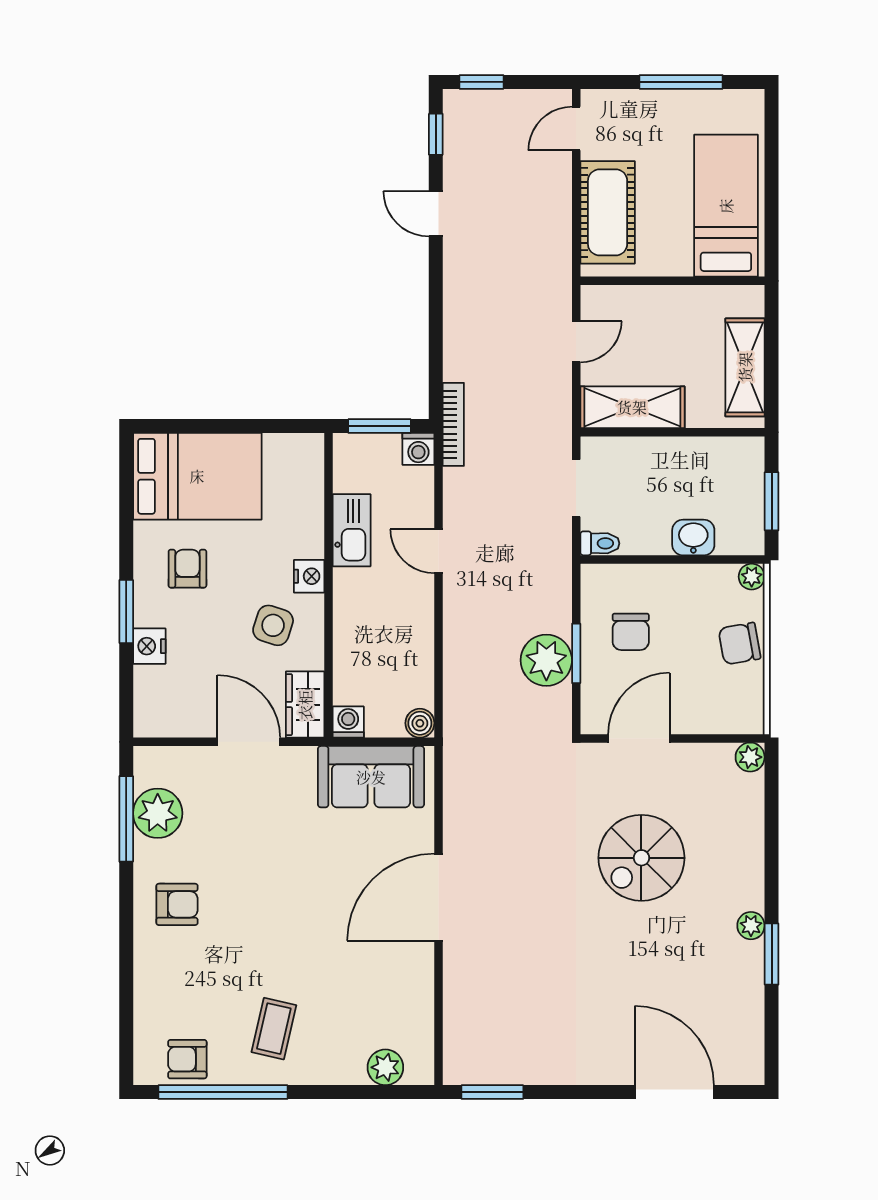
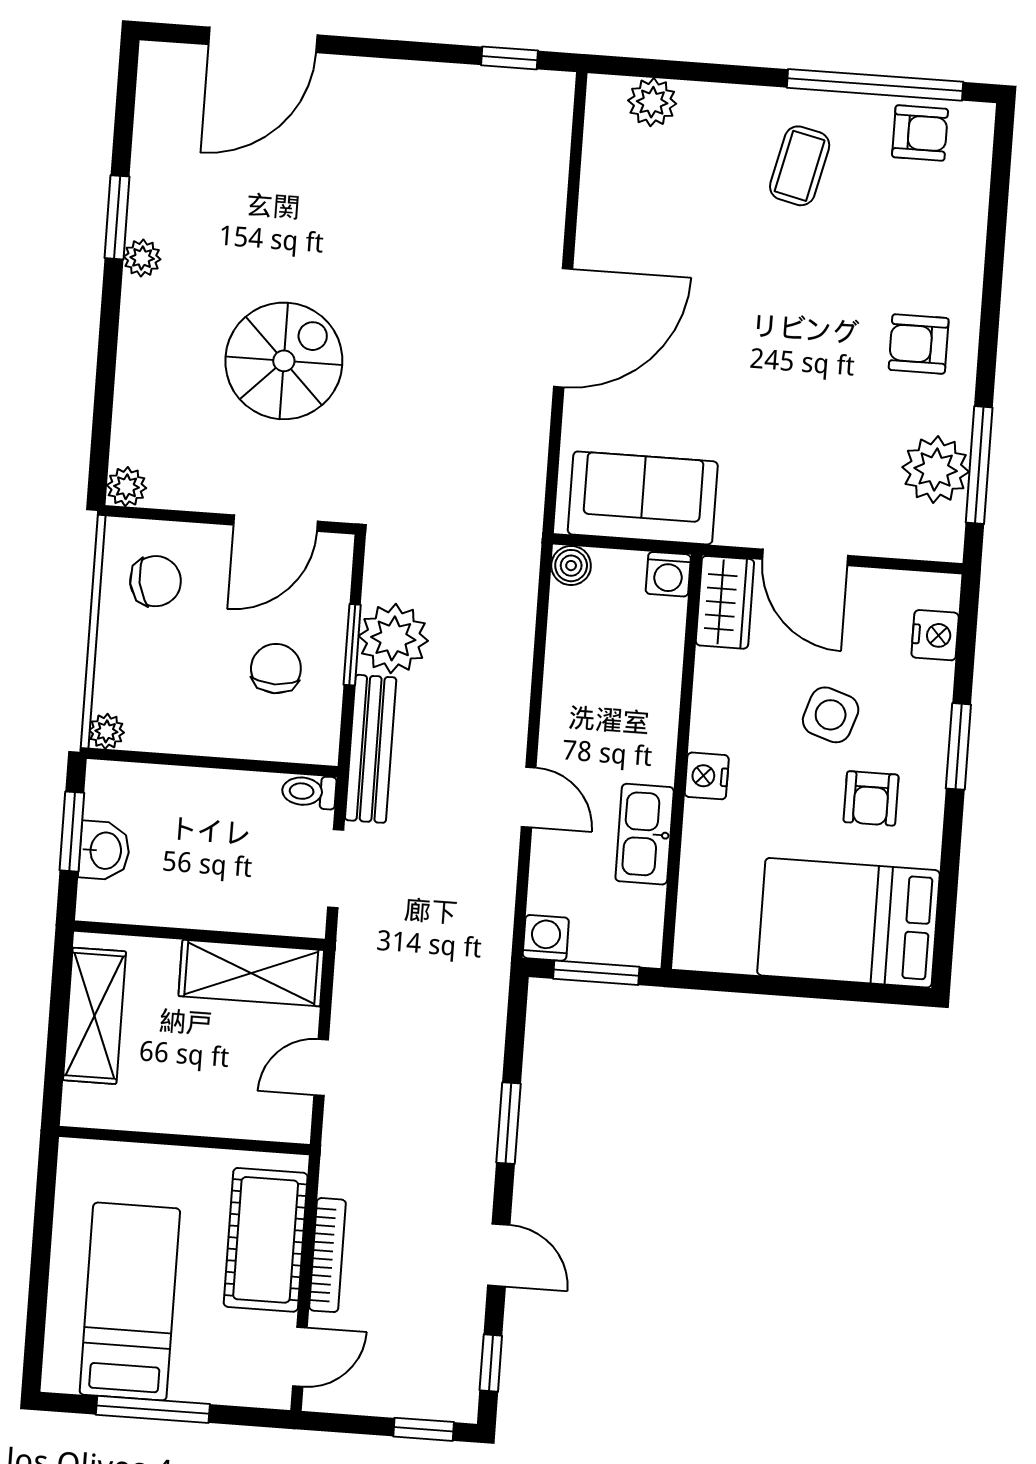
bed: (726, 206) -> (130, 1302), moved, turned 180
window: (436, 311) -> (508, 1123), added
bookcase: (453, 424) -> (327, 1255), moved, turned 180
washbasin: (693, 537) -> (104, 851), moved, turned -90
bench: (557, 578) -> (371, 749), added
side table: (273, 625) -> (831, 715), moved
chair: (740, 644) -> (156, 581), moved
nightstand: (149, 646) -> (935, 635), moved
window: (492, 1092) -> (510, 58), width x0.67
door: (674, 1092) -> (263, 40), hinge flipped

